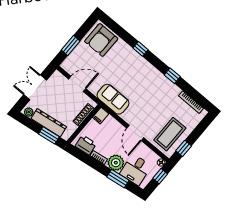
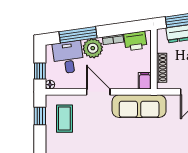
sofa: (113, 99) -> (139, 106), width x1.36
coffee table: (170, 134) -> (64, 119), width x0.73, depth x0.76
window: (118, 179) -> (78, 35), width x1.44

